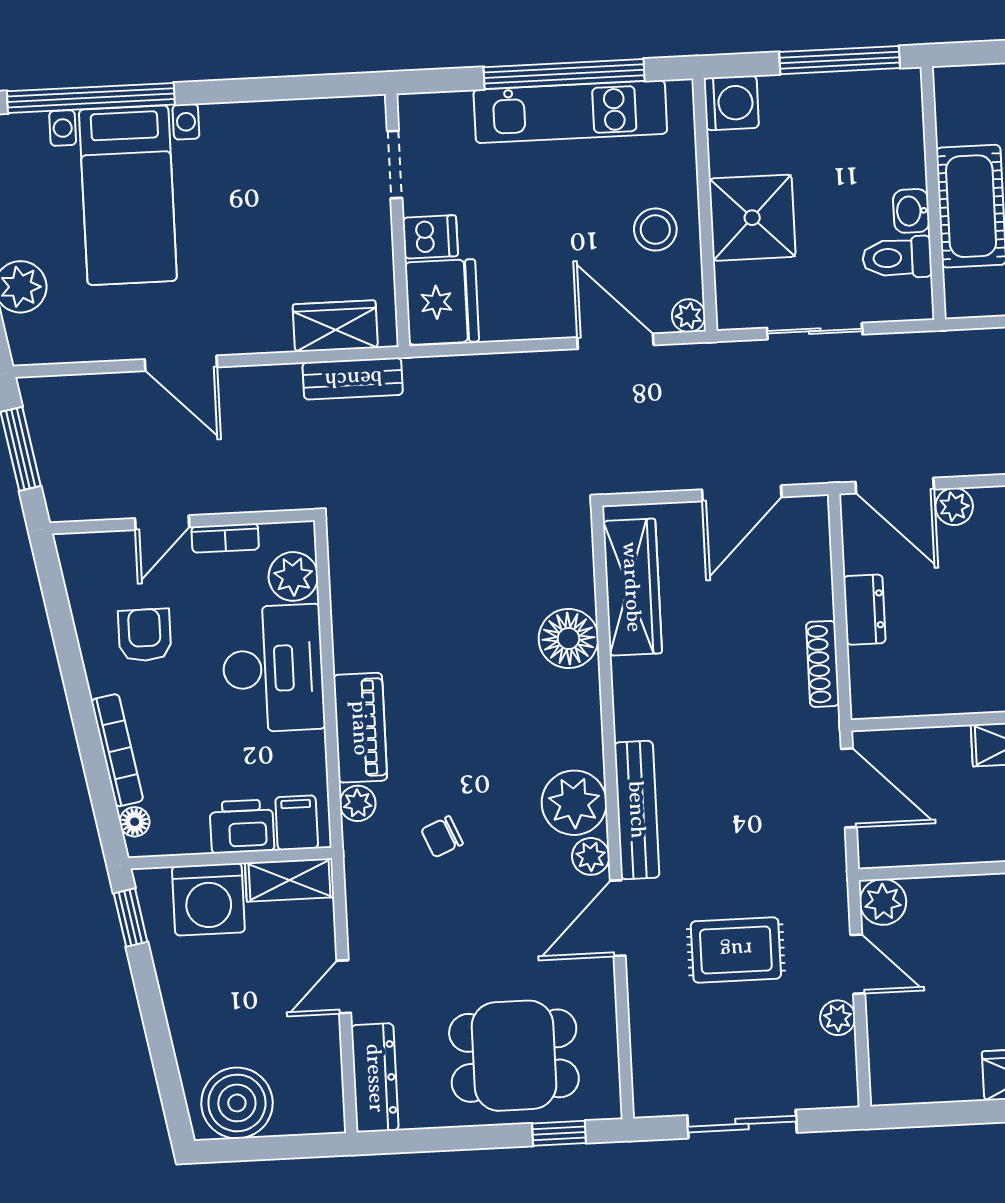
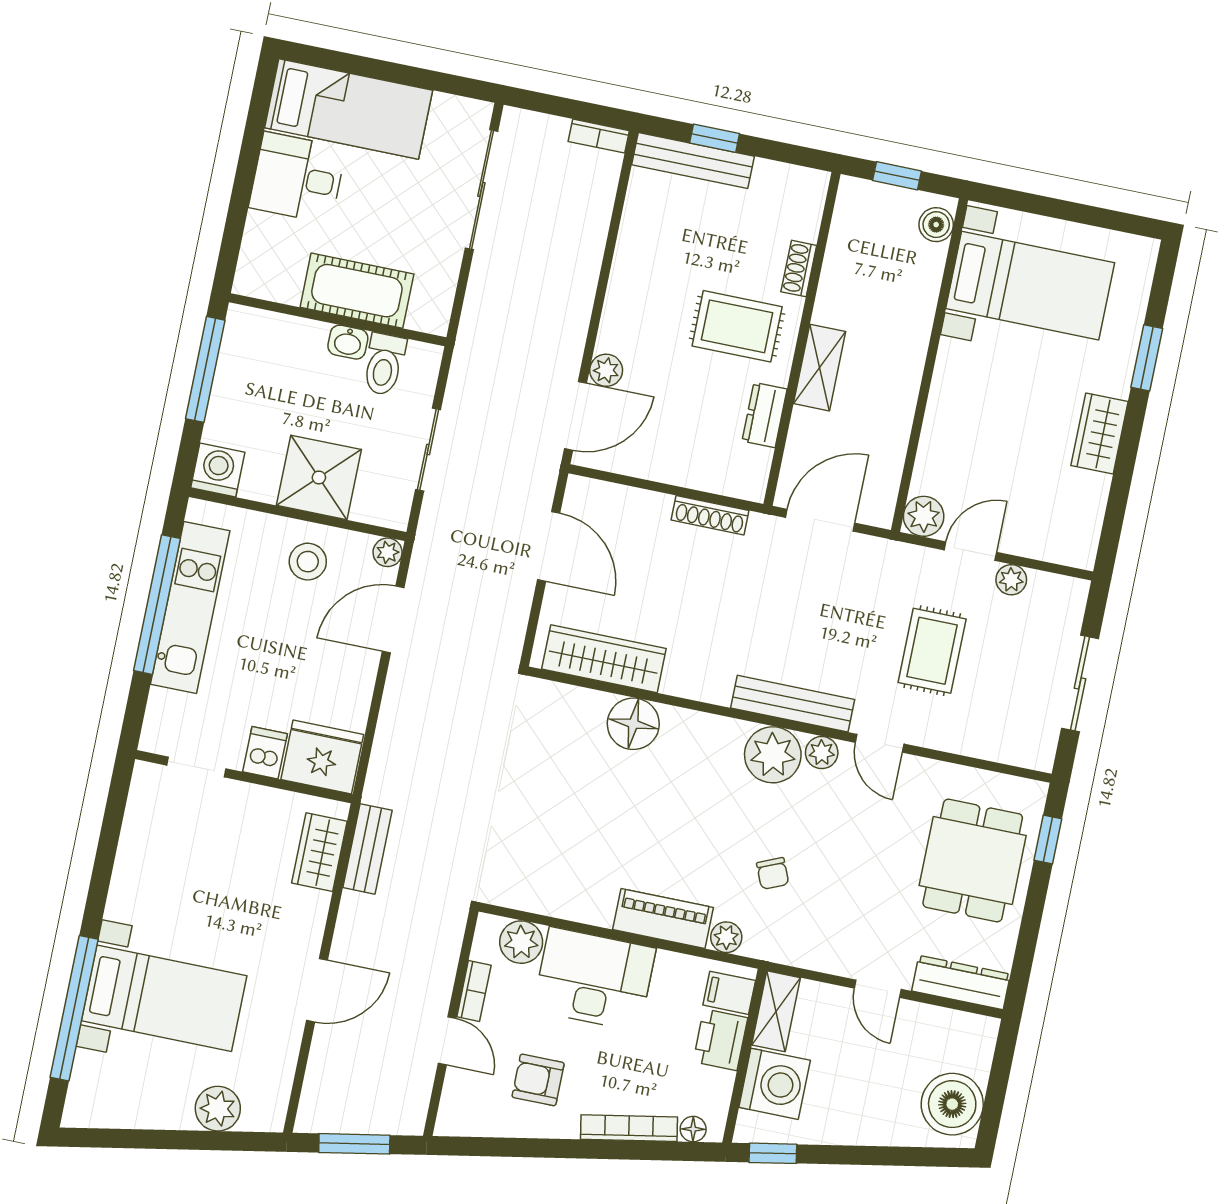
dresser: (865, 610) -> (765, 415), moved, turned -90
door: (618, 918) -> (880, 743), width x0.73

